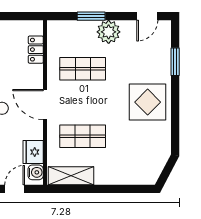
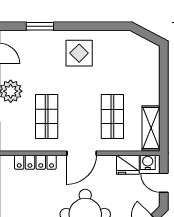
locker: (36, 50) -> (35, 162), width x1.53
display table: (148, 102) -> (79, 53), width x0.73, depth x0.73

